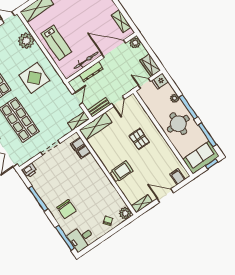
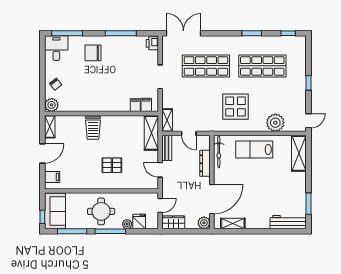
bicycle: (86, 60) -> (219, 152), moved
fridge: (160, 81) -> (139, 222), moved

